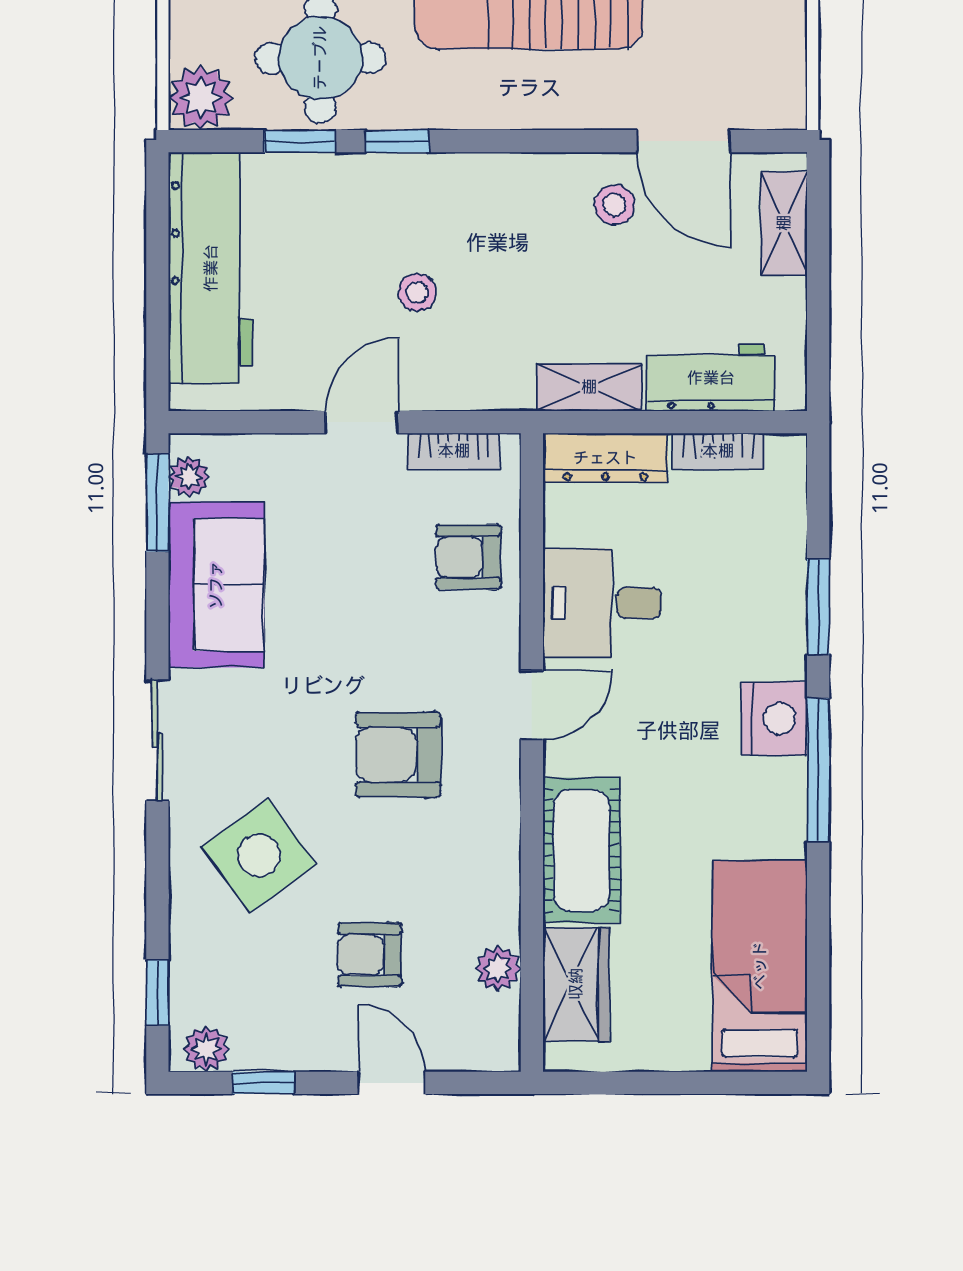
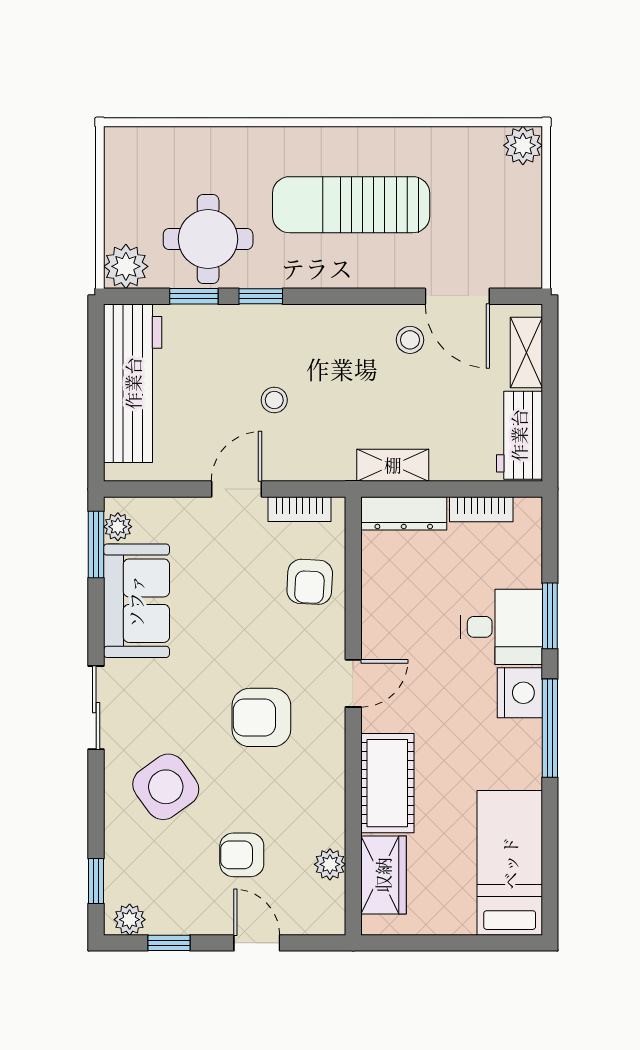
workbench: (711, 378) -> (519, 435), moved, turned -90
armchair: (469, 557) -> (310, 582), turned -87
desk: (602, 603) -> (502, 627), moved, turned 180

